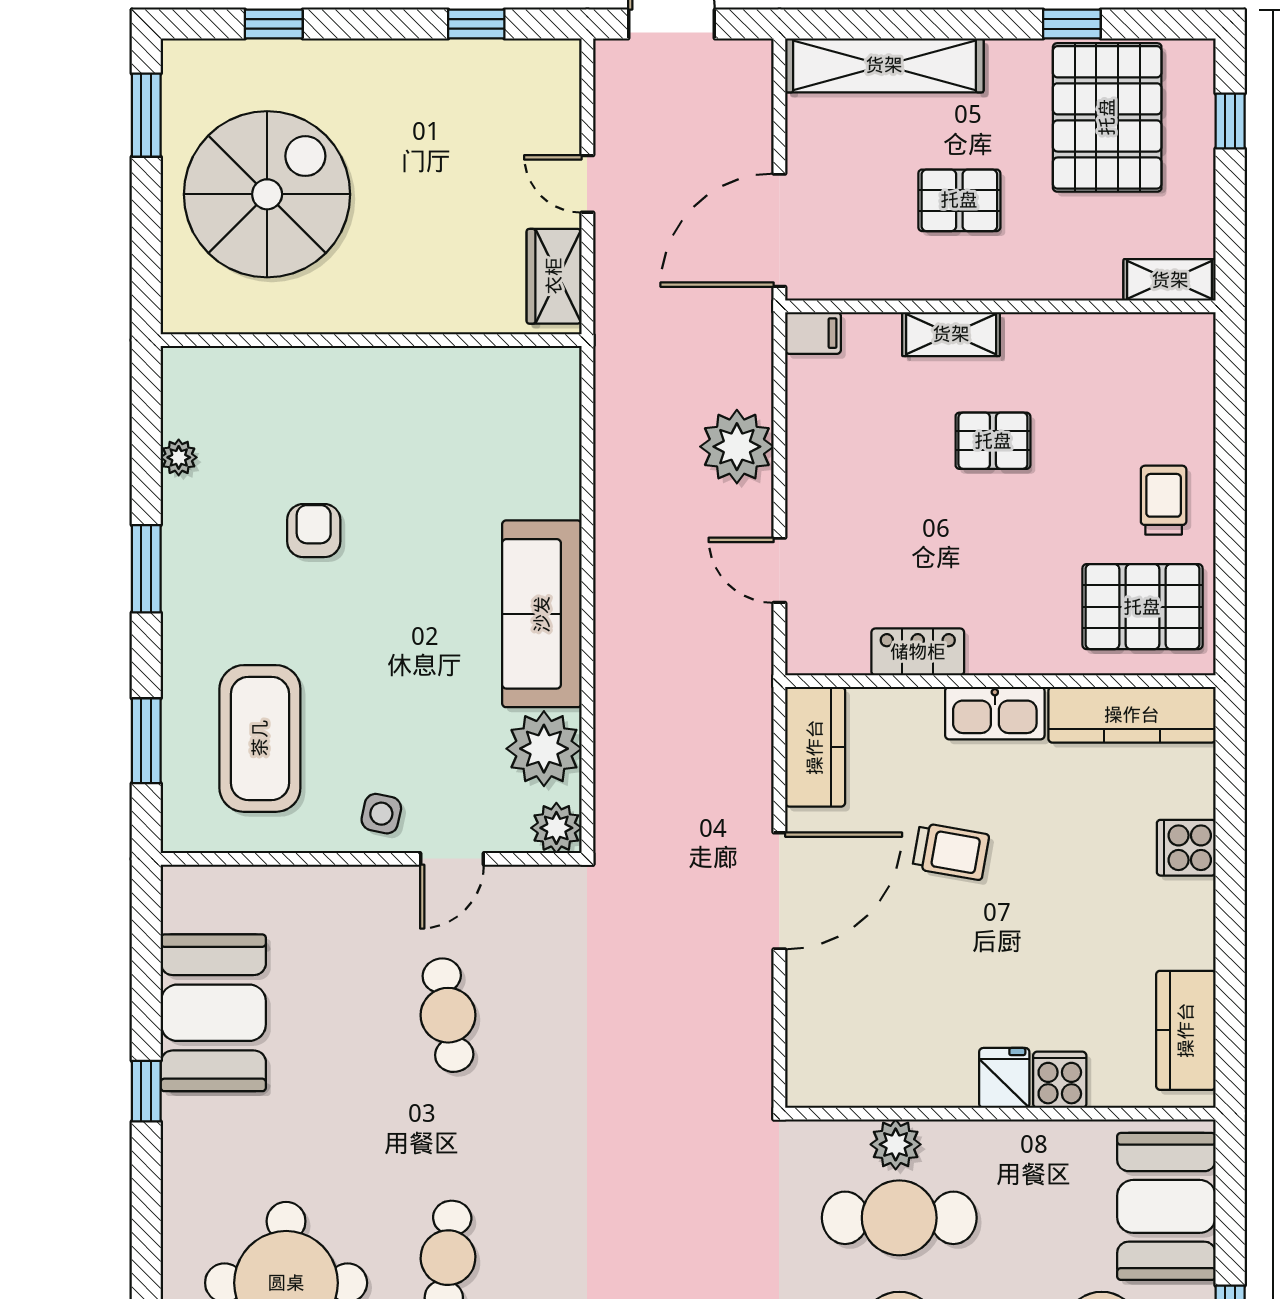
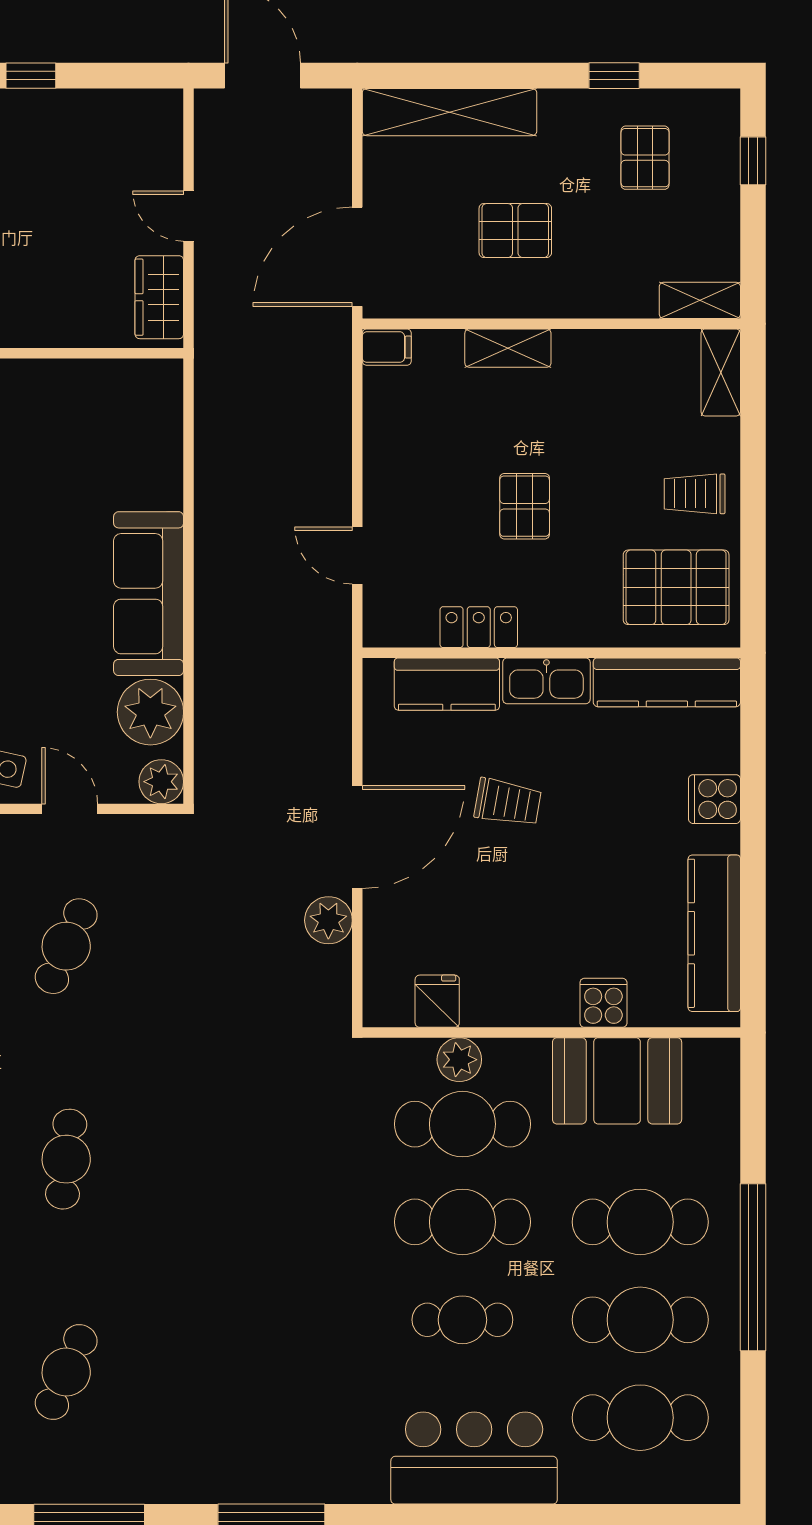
window: (476, 24) -> (31, 76), moved
pallet: (1107, 117) -> (645, 158), width x0.49, depth x0.50
shelving: (1193, 362) -> (721, 372), added
pallet: (993, 441) -> (525, 506), moved, turned 90
plant: (737, 447) -> (328, 920), moved, width x0.73, depth x0.73
trolley: (1164, 500) -> (695, 494), turned -90
kitchen counter: (815, 747) -> (447, 684), moved, turned 90
door: (452, 859) -> (70, 809), swing flipped
cafe table: (448, 1015) -> (66, 946), turned 33
kitchen counter: (1186, 1030) -> (714, 933), width x1.50
fridge: (1004, 1078) -> (437, 1001), moved
booth: (1166, 1206) -> (617, 1081), moved, turned 90

